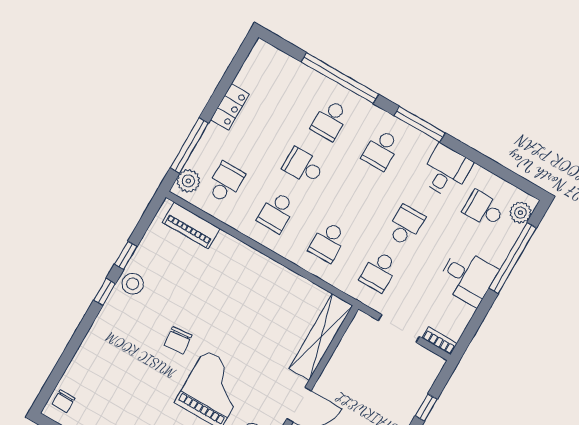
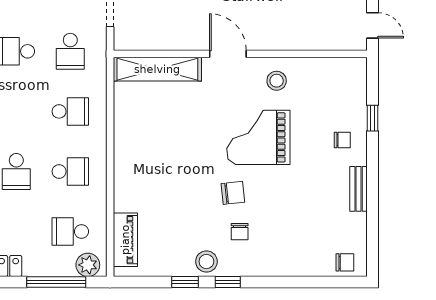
school desk: (379, 272) -> (70, 51), turned 90
chair: (142, 327) -> (240, 232), added

